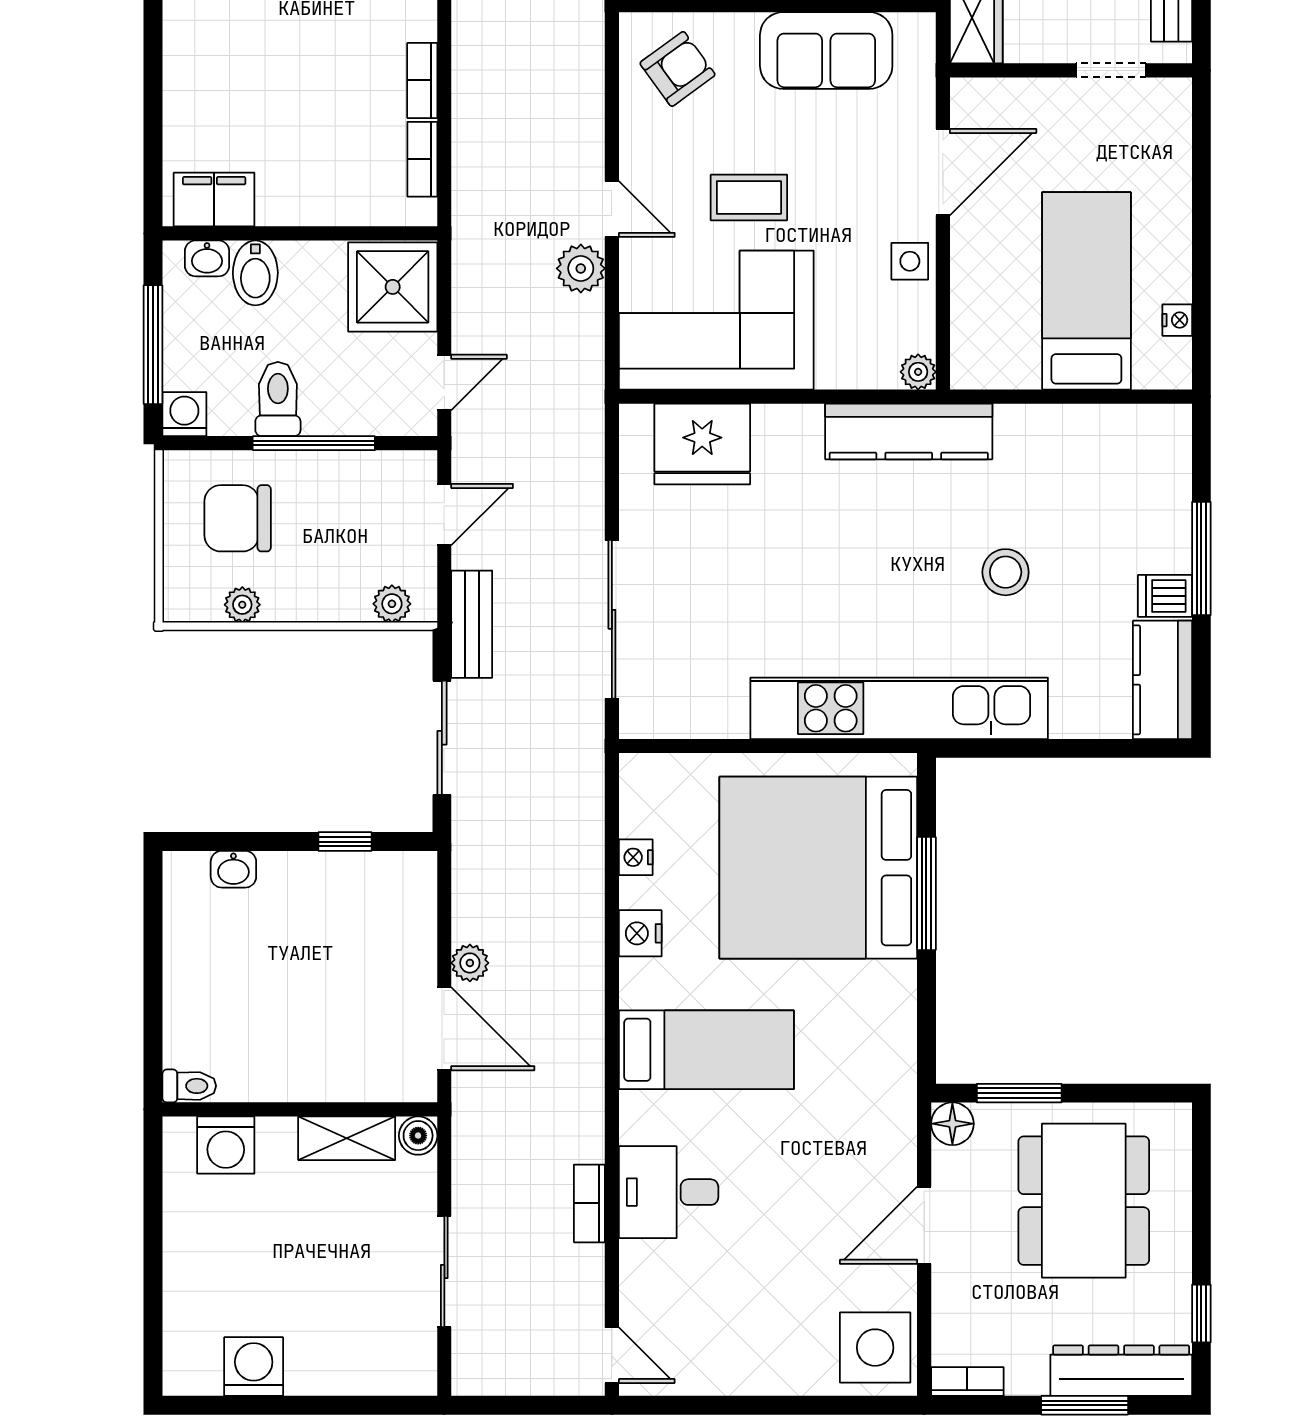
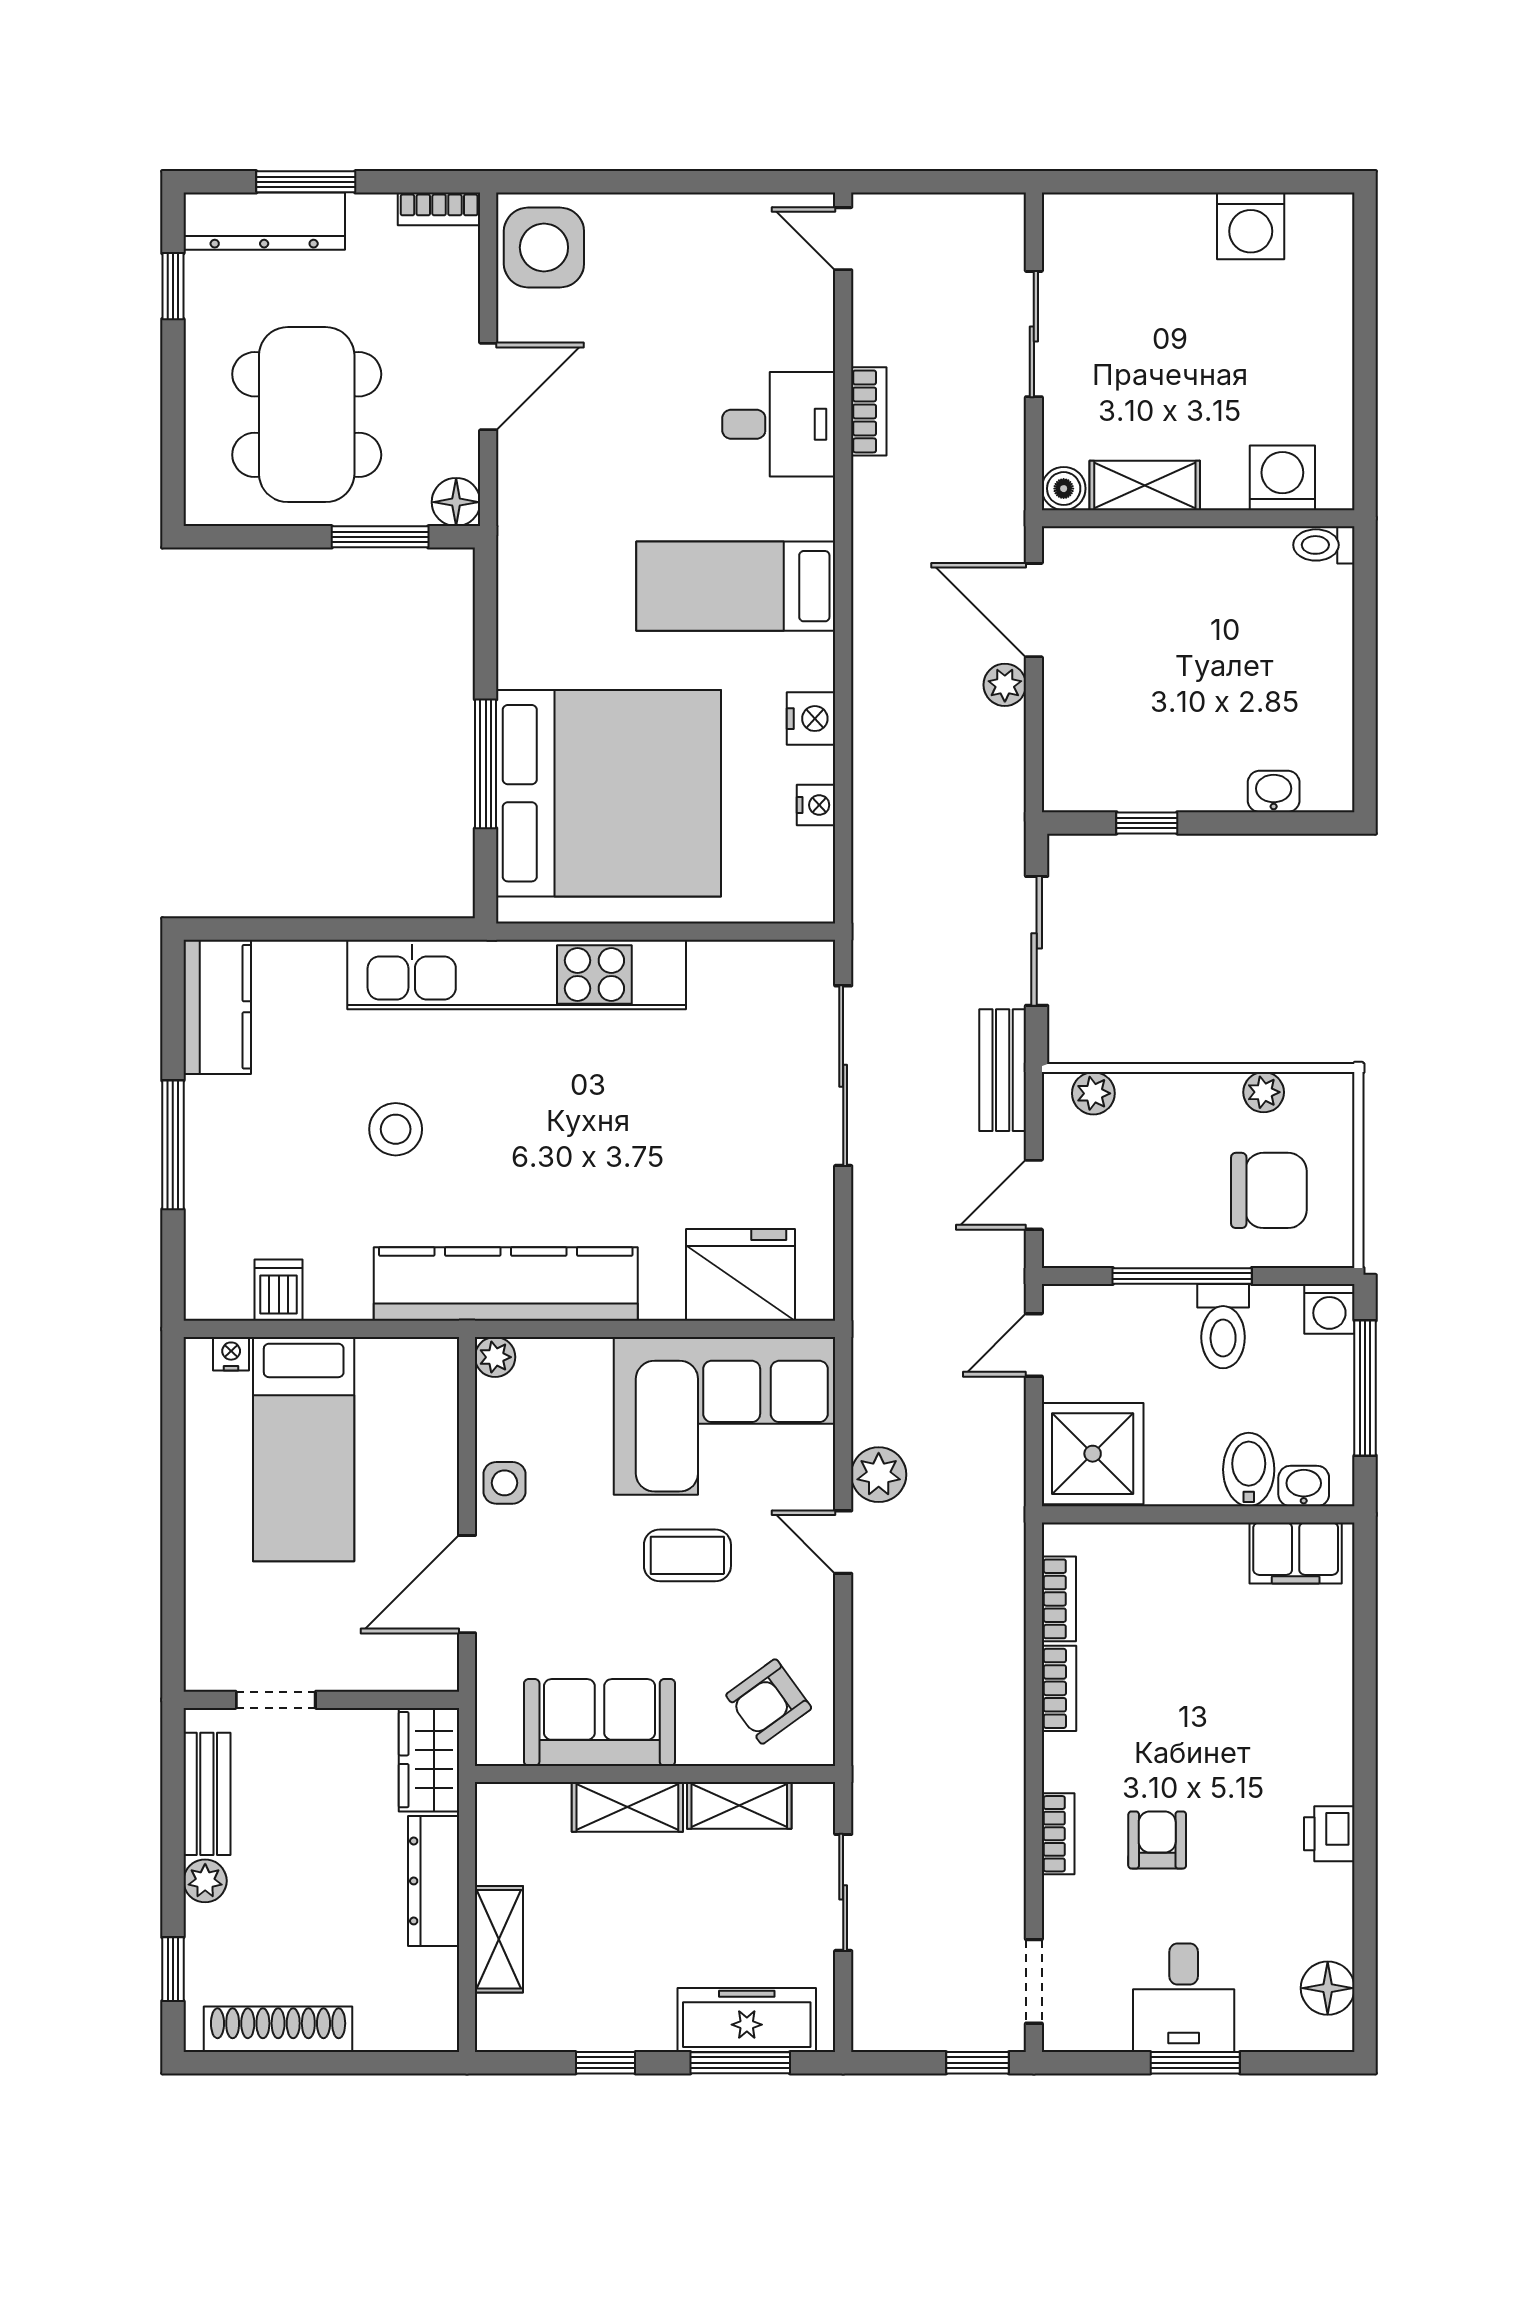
nightstand: (1177, 320) -> (231, 1354), moved, turned 90
kitchen counter: (909, 431) -> (506, 1284), width x1.39, depth x1.17
dishwasher: (1165, 596) -> (279, 1290), moved, turned -90

